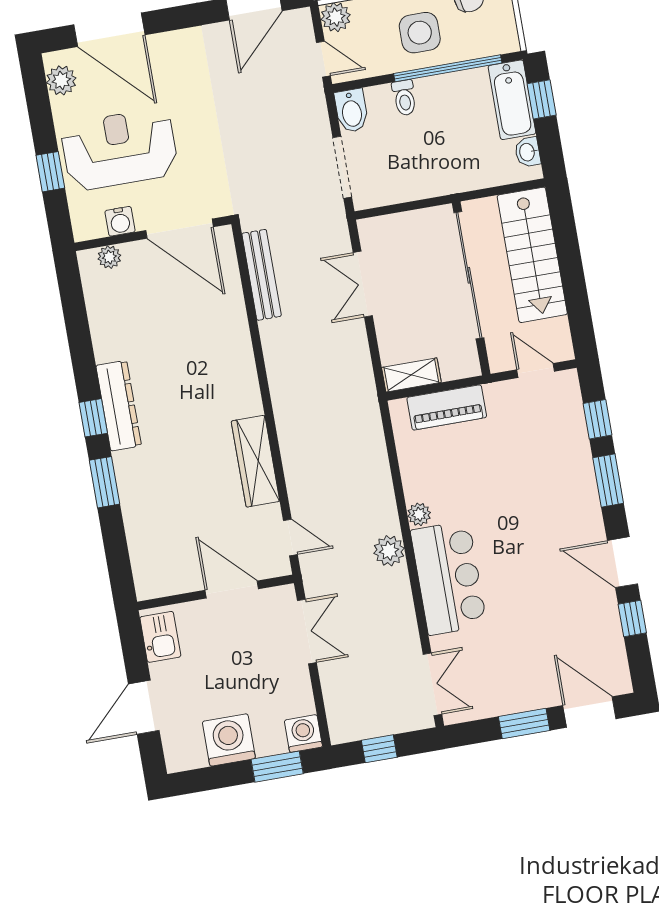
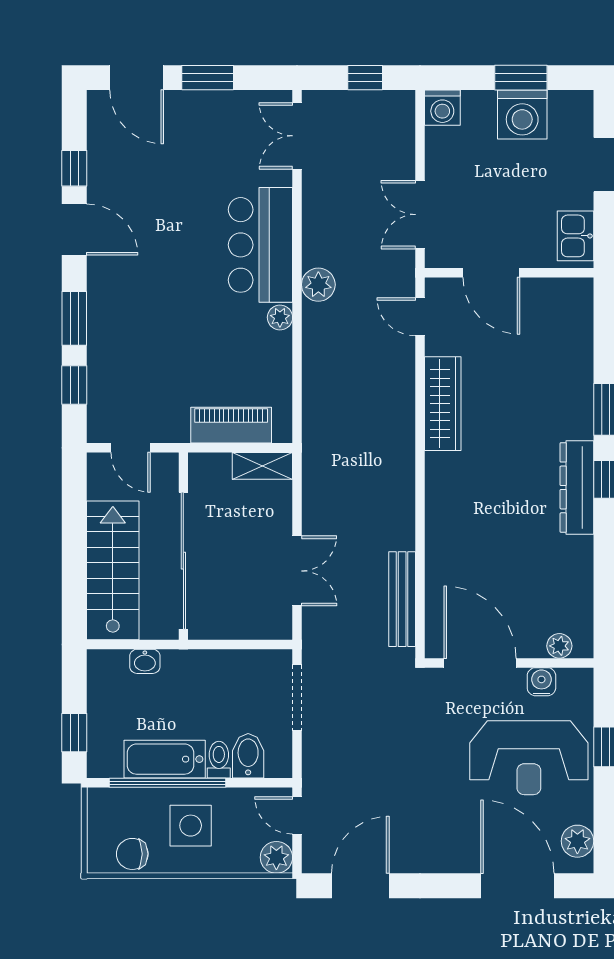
bathtub: (512, 100) -> (165, 759), moved, turned -90
bidet: (351, 111) -> (248, 756), moved
washbasin: (528, 152) -> (145, 661), moved, turned 90
window: (277, 767) -> (521, 78), moved

